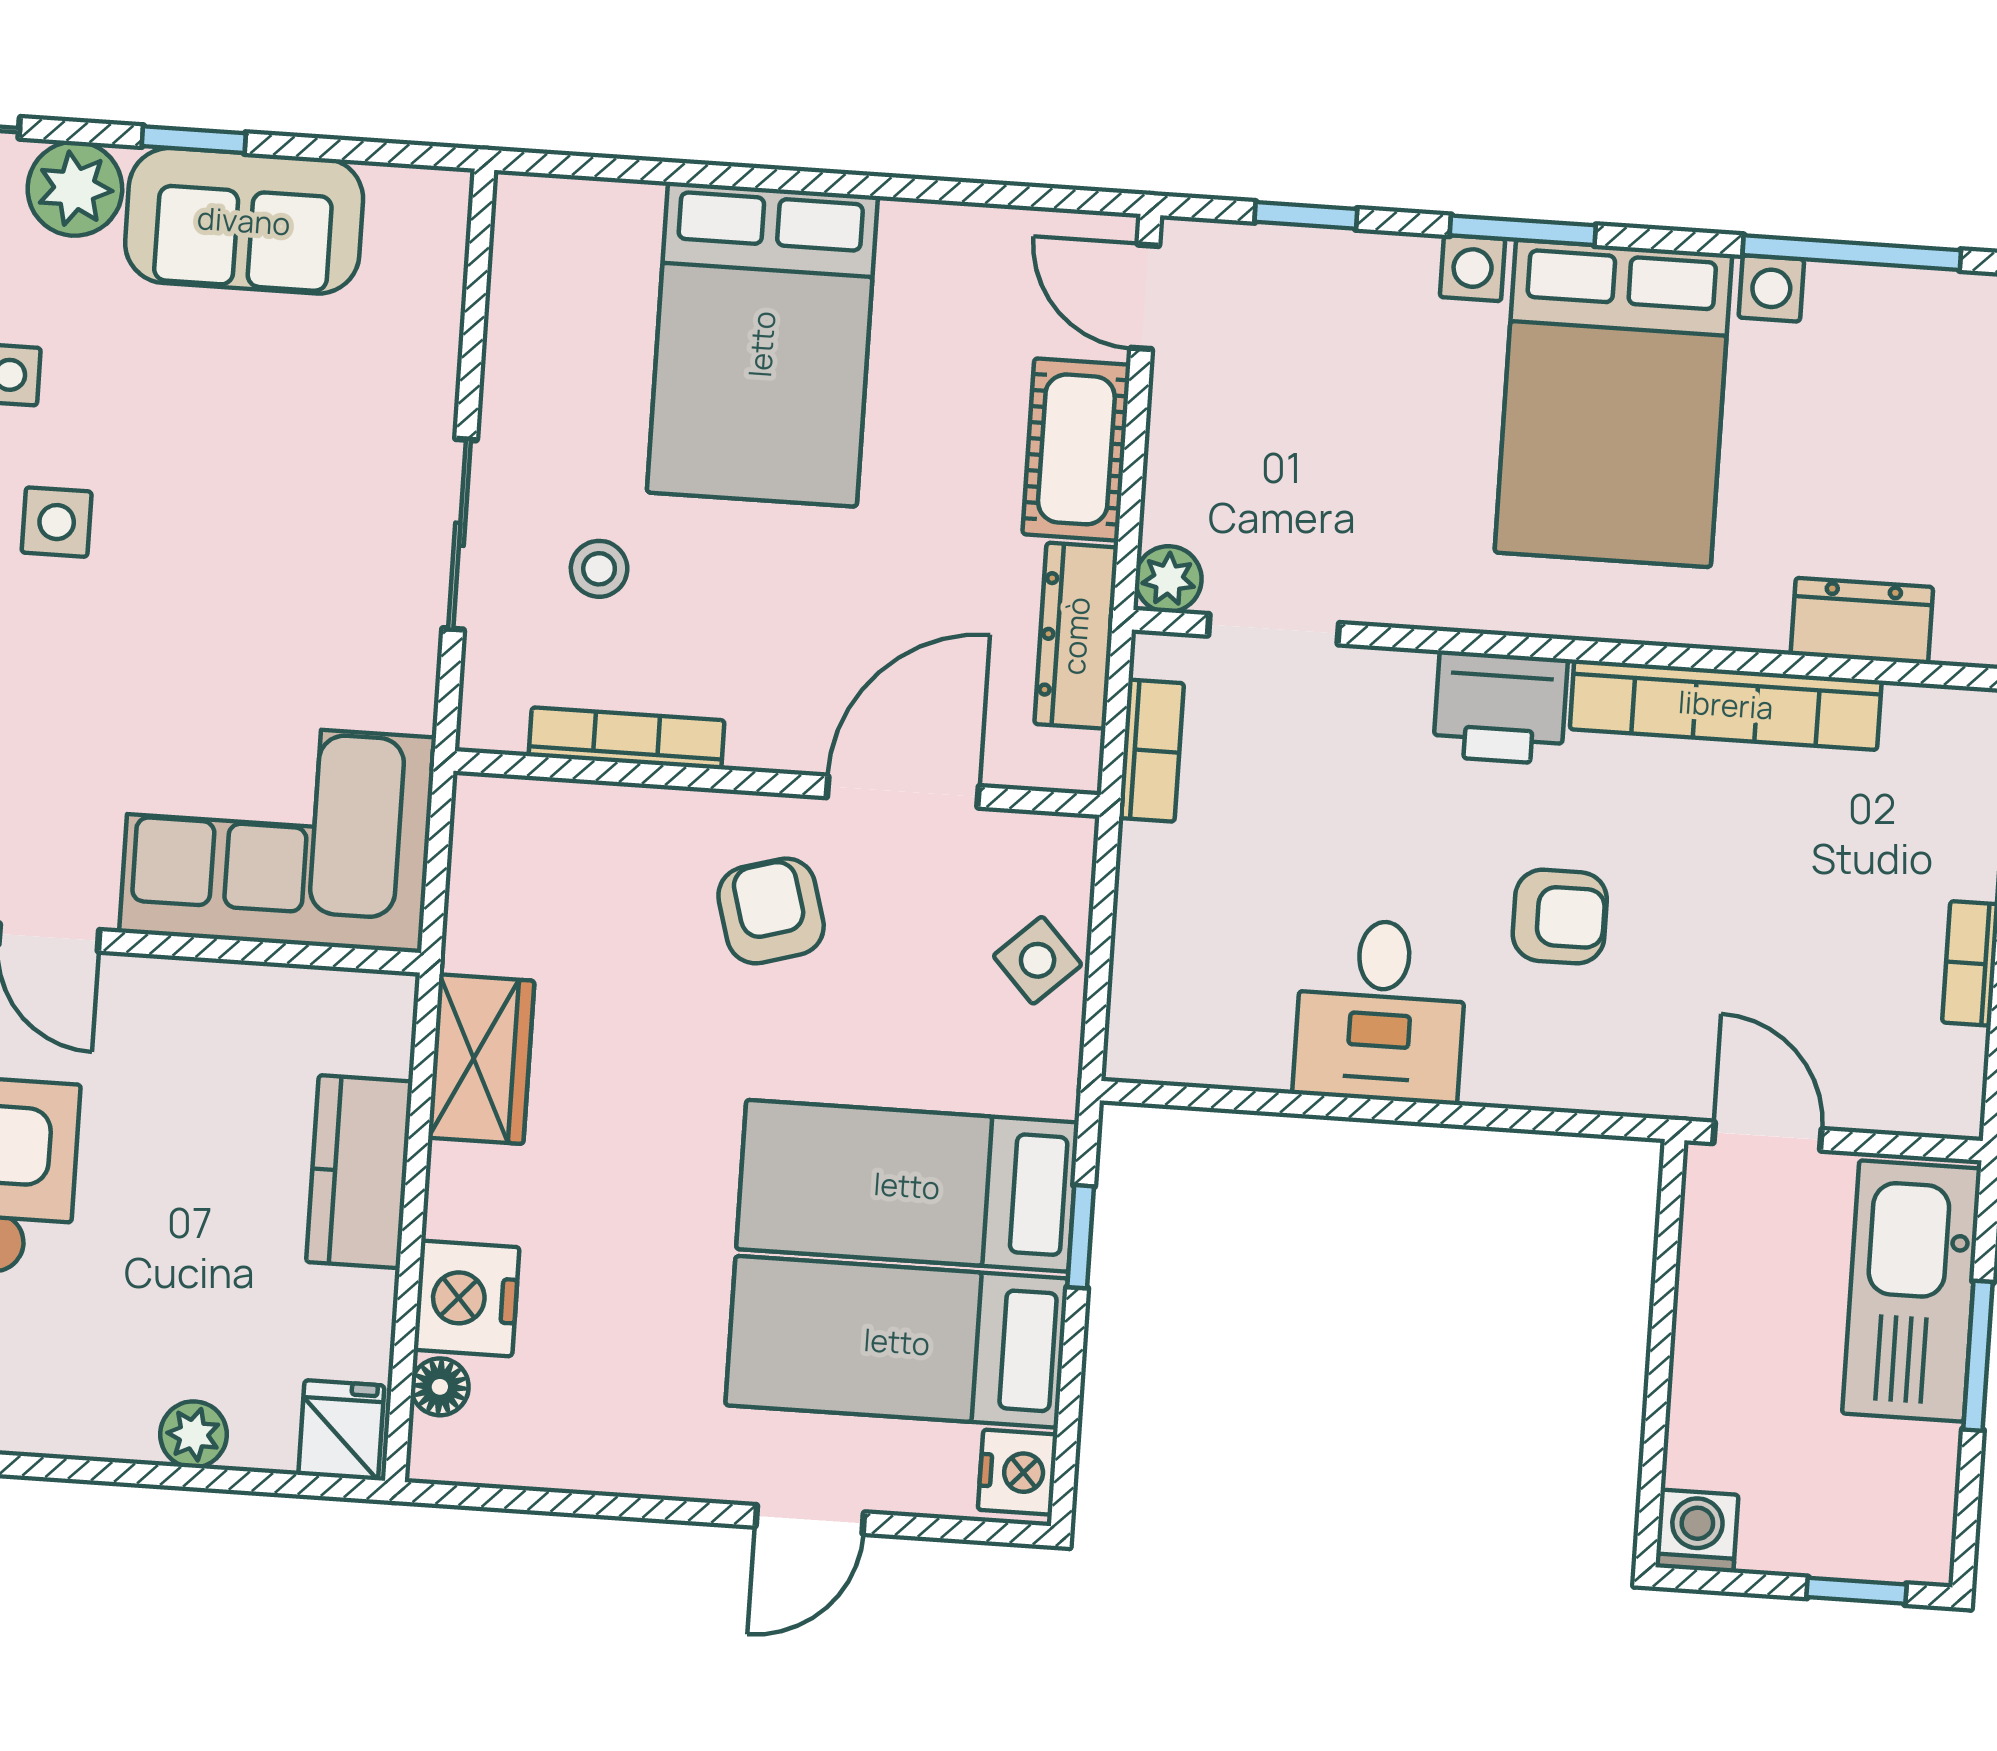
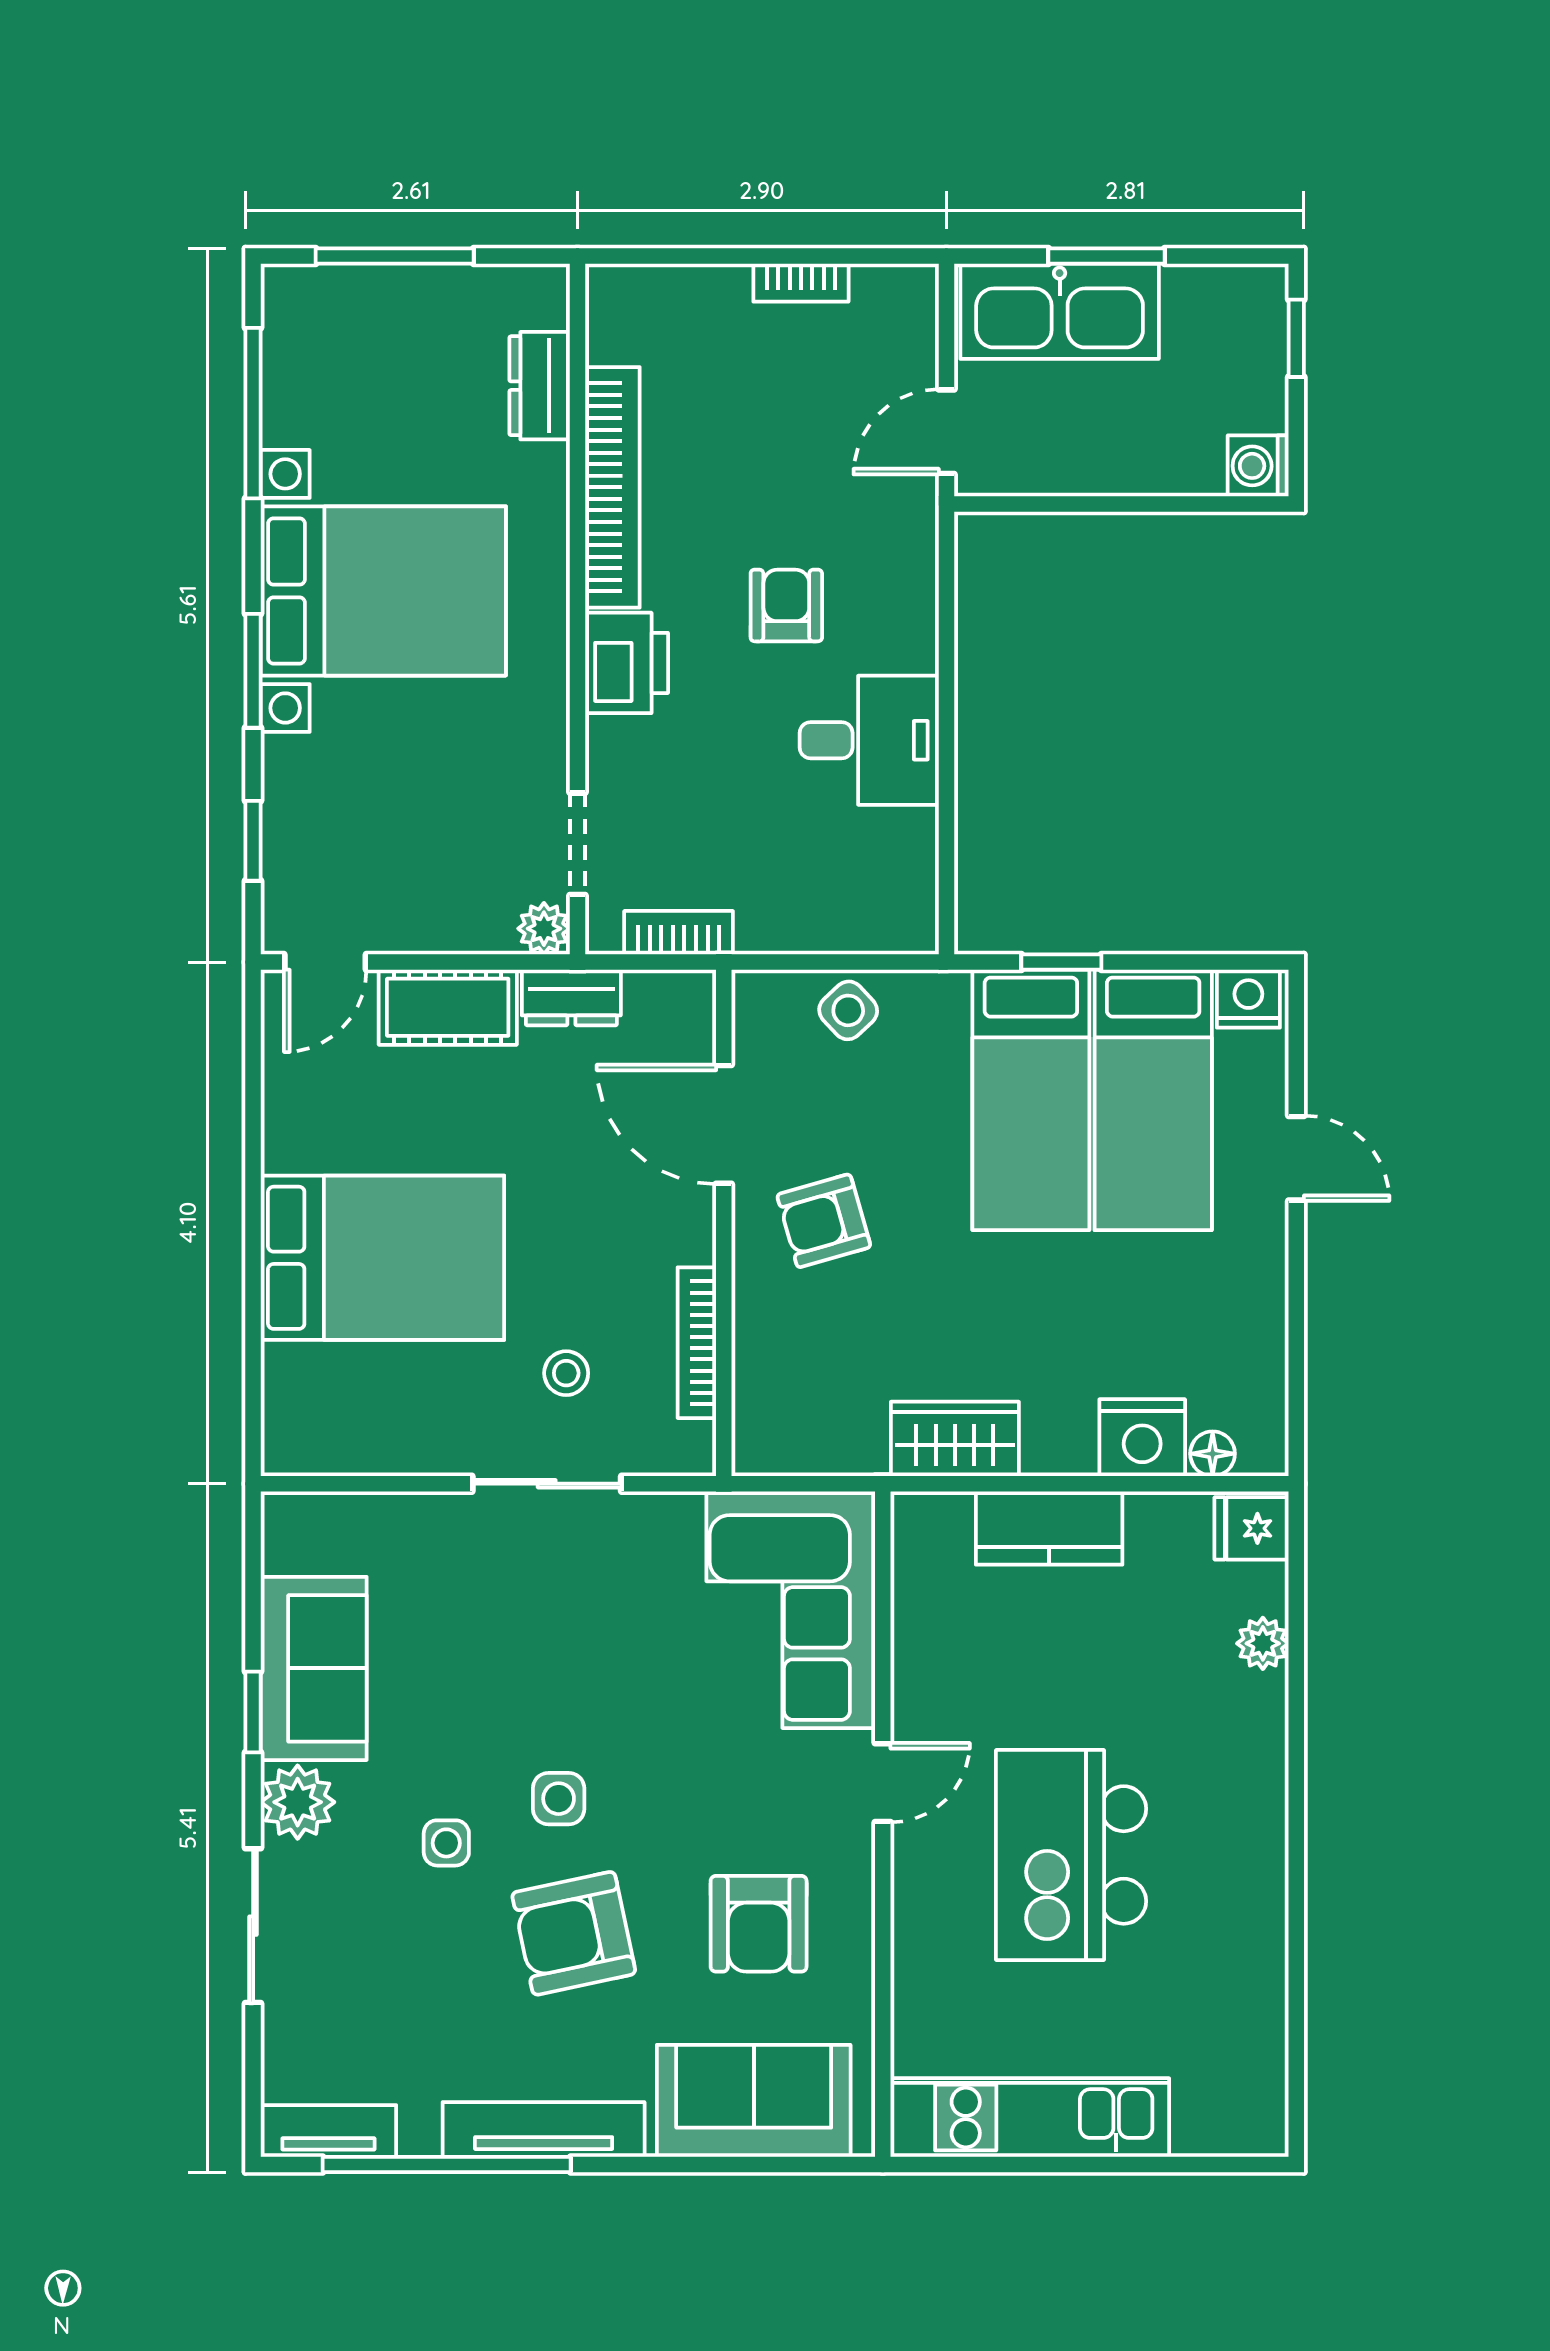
dresser: (1076, 636) -> (571, 998), width x0.70

